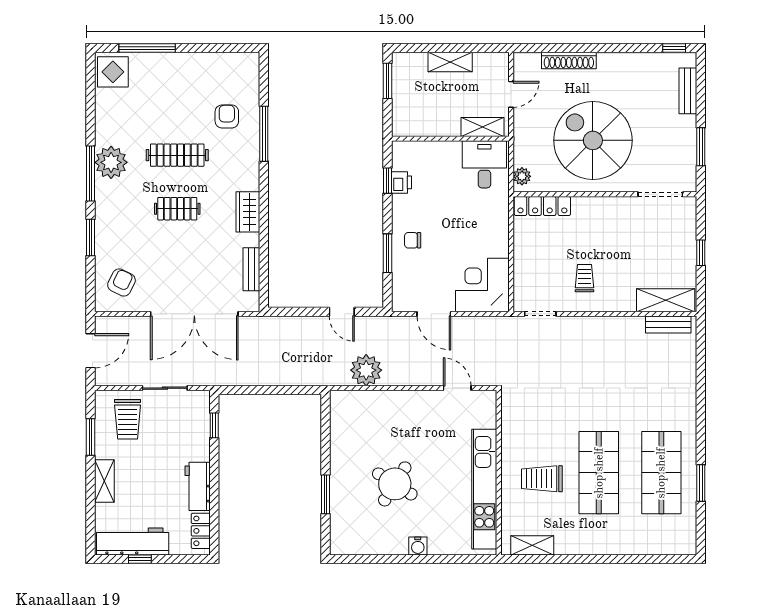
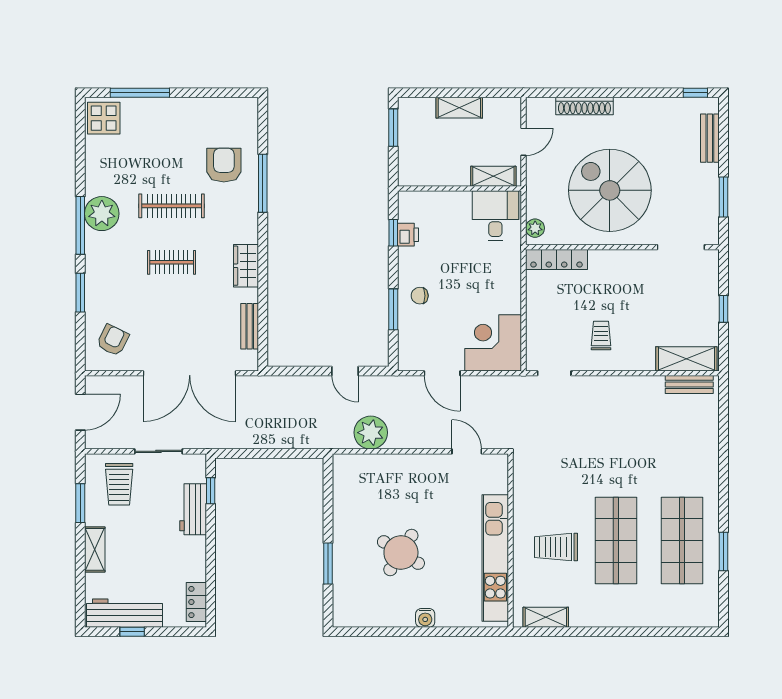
armchair: (227, 116) -> (224, 165), width x1.38, depth x1.38
workbench: (198, 486) -> (193, 509), moved

